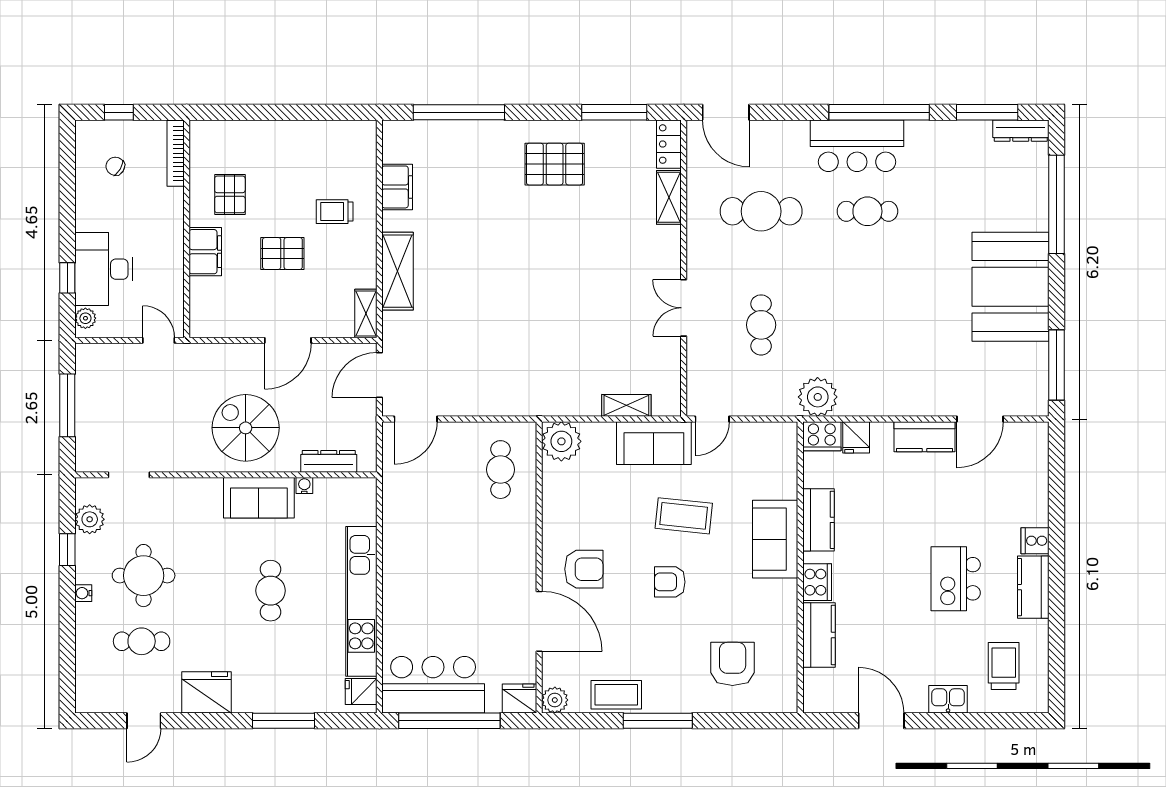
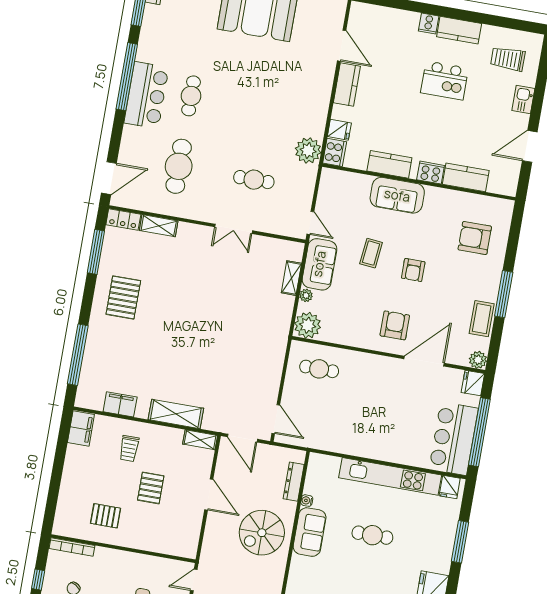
filing cabinet: (205, 252) -> (81, 429), moved, turned 90
plant: (605, 431) -> (306, 295), added
coffee table: (684, 516) -> (371, 253), width x0.73, depth x0.77

